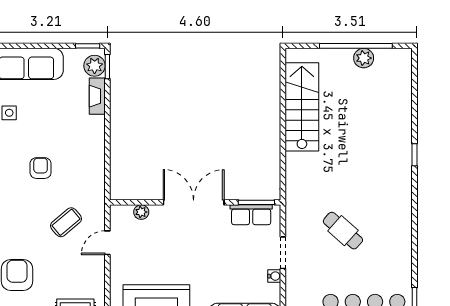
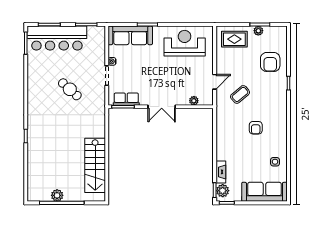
double door: (194, 202) -> (162, 107), width x0.73

